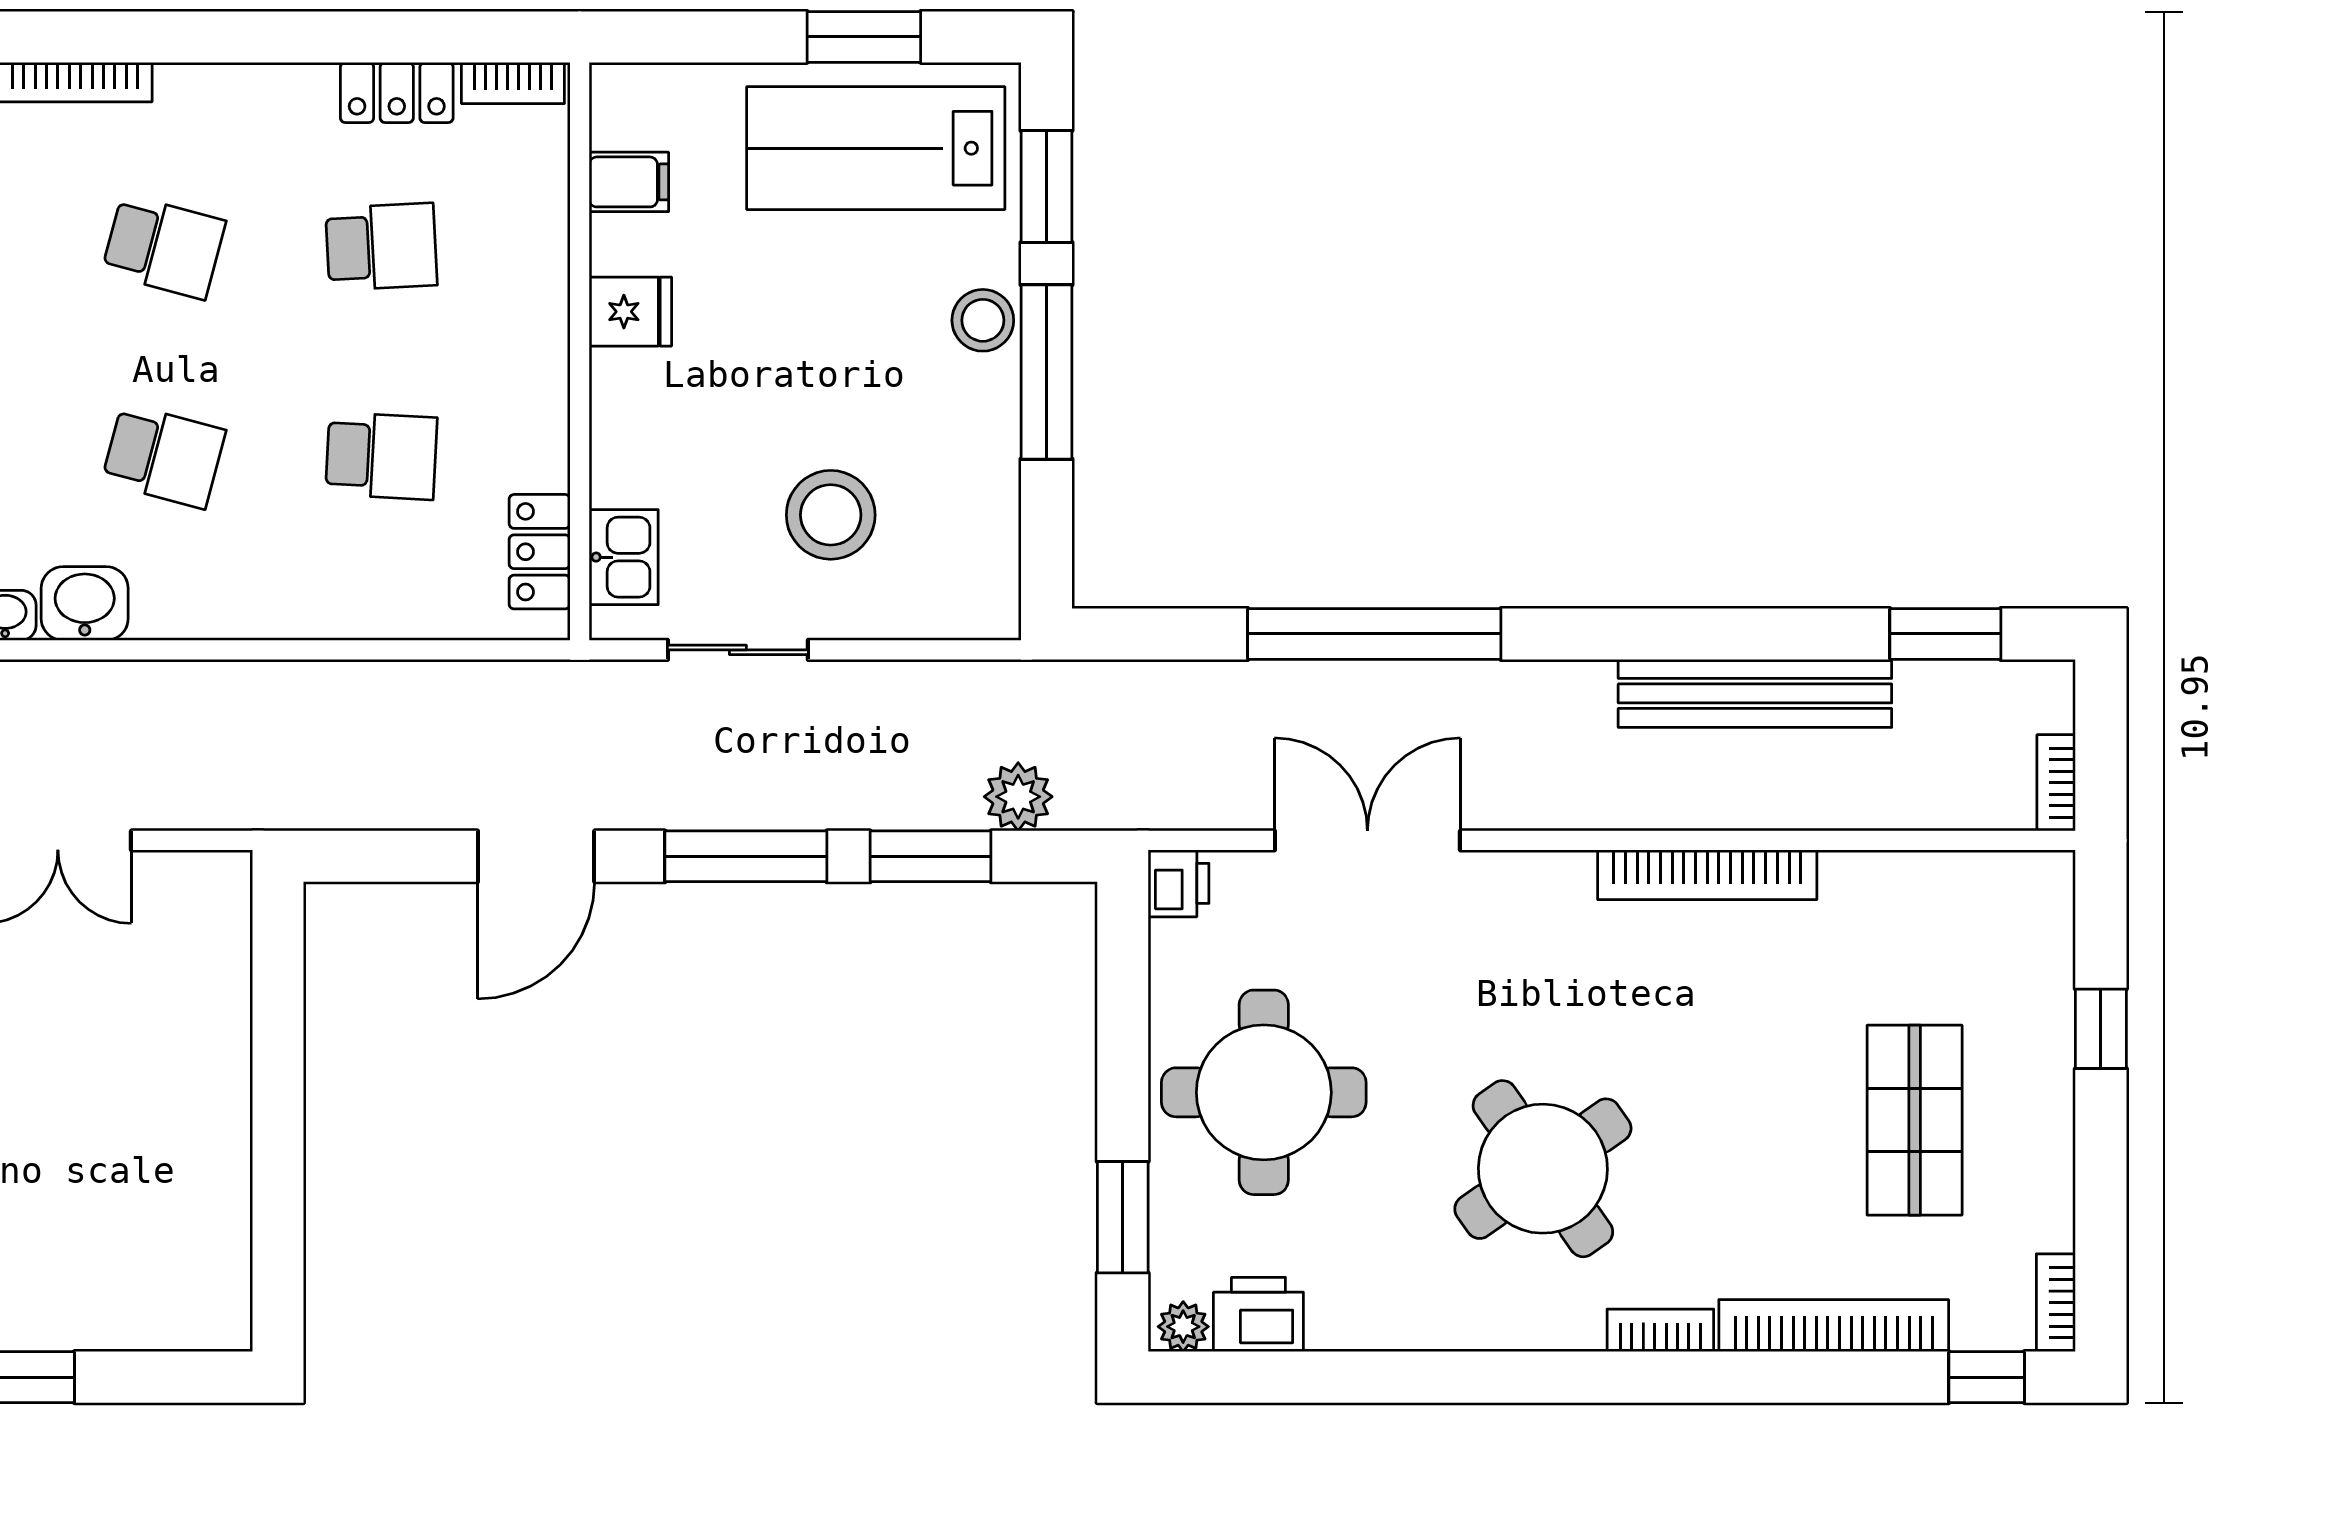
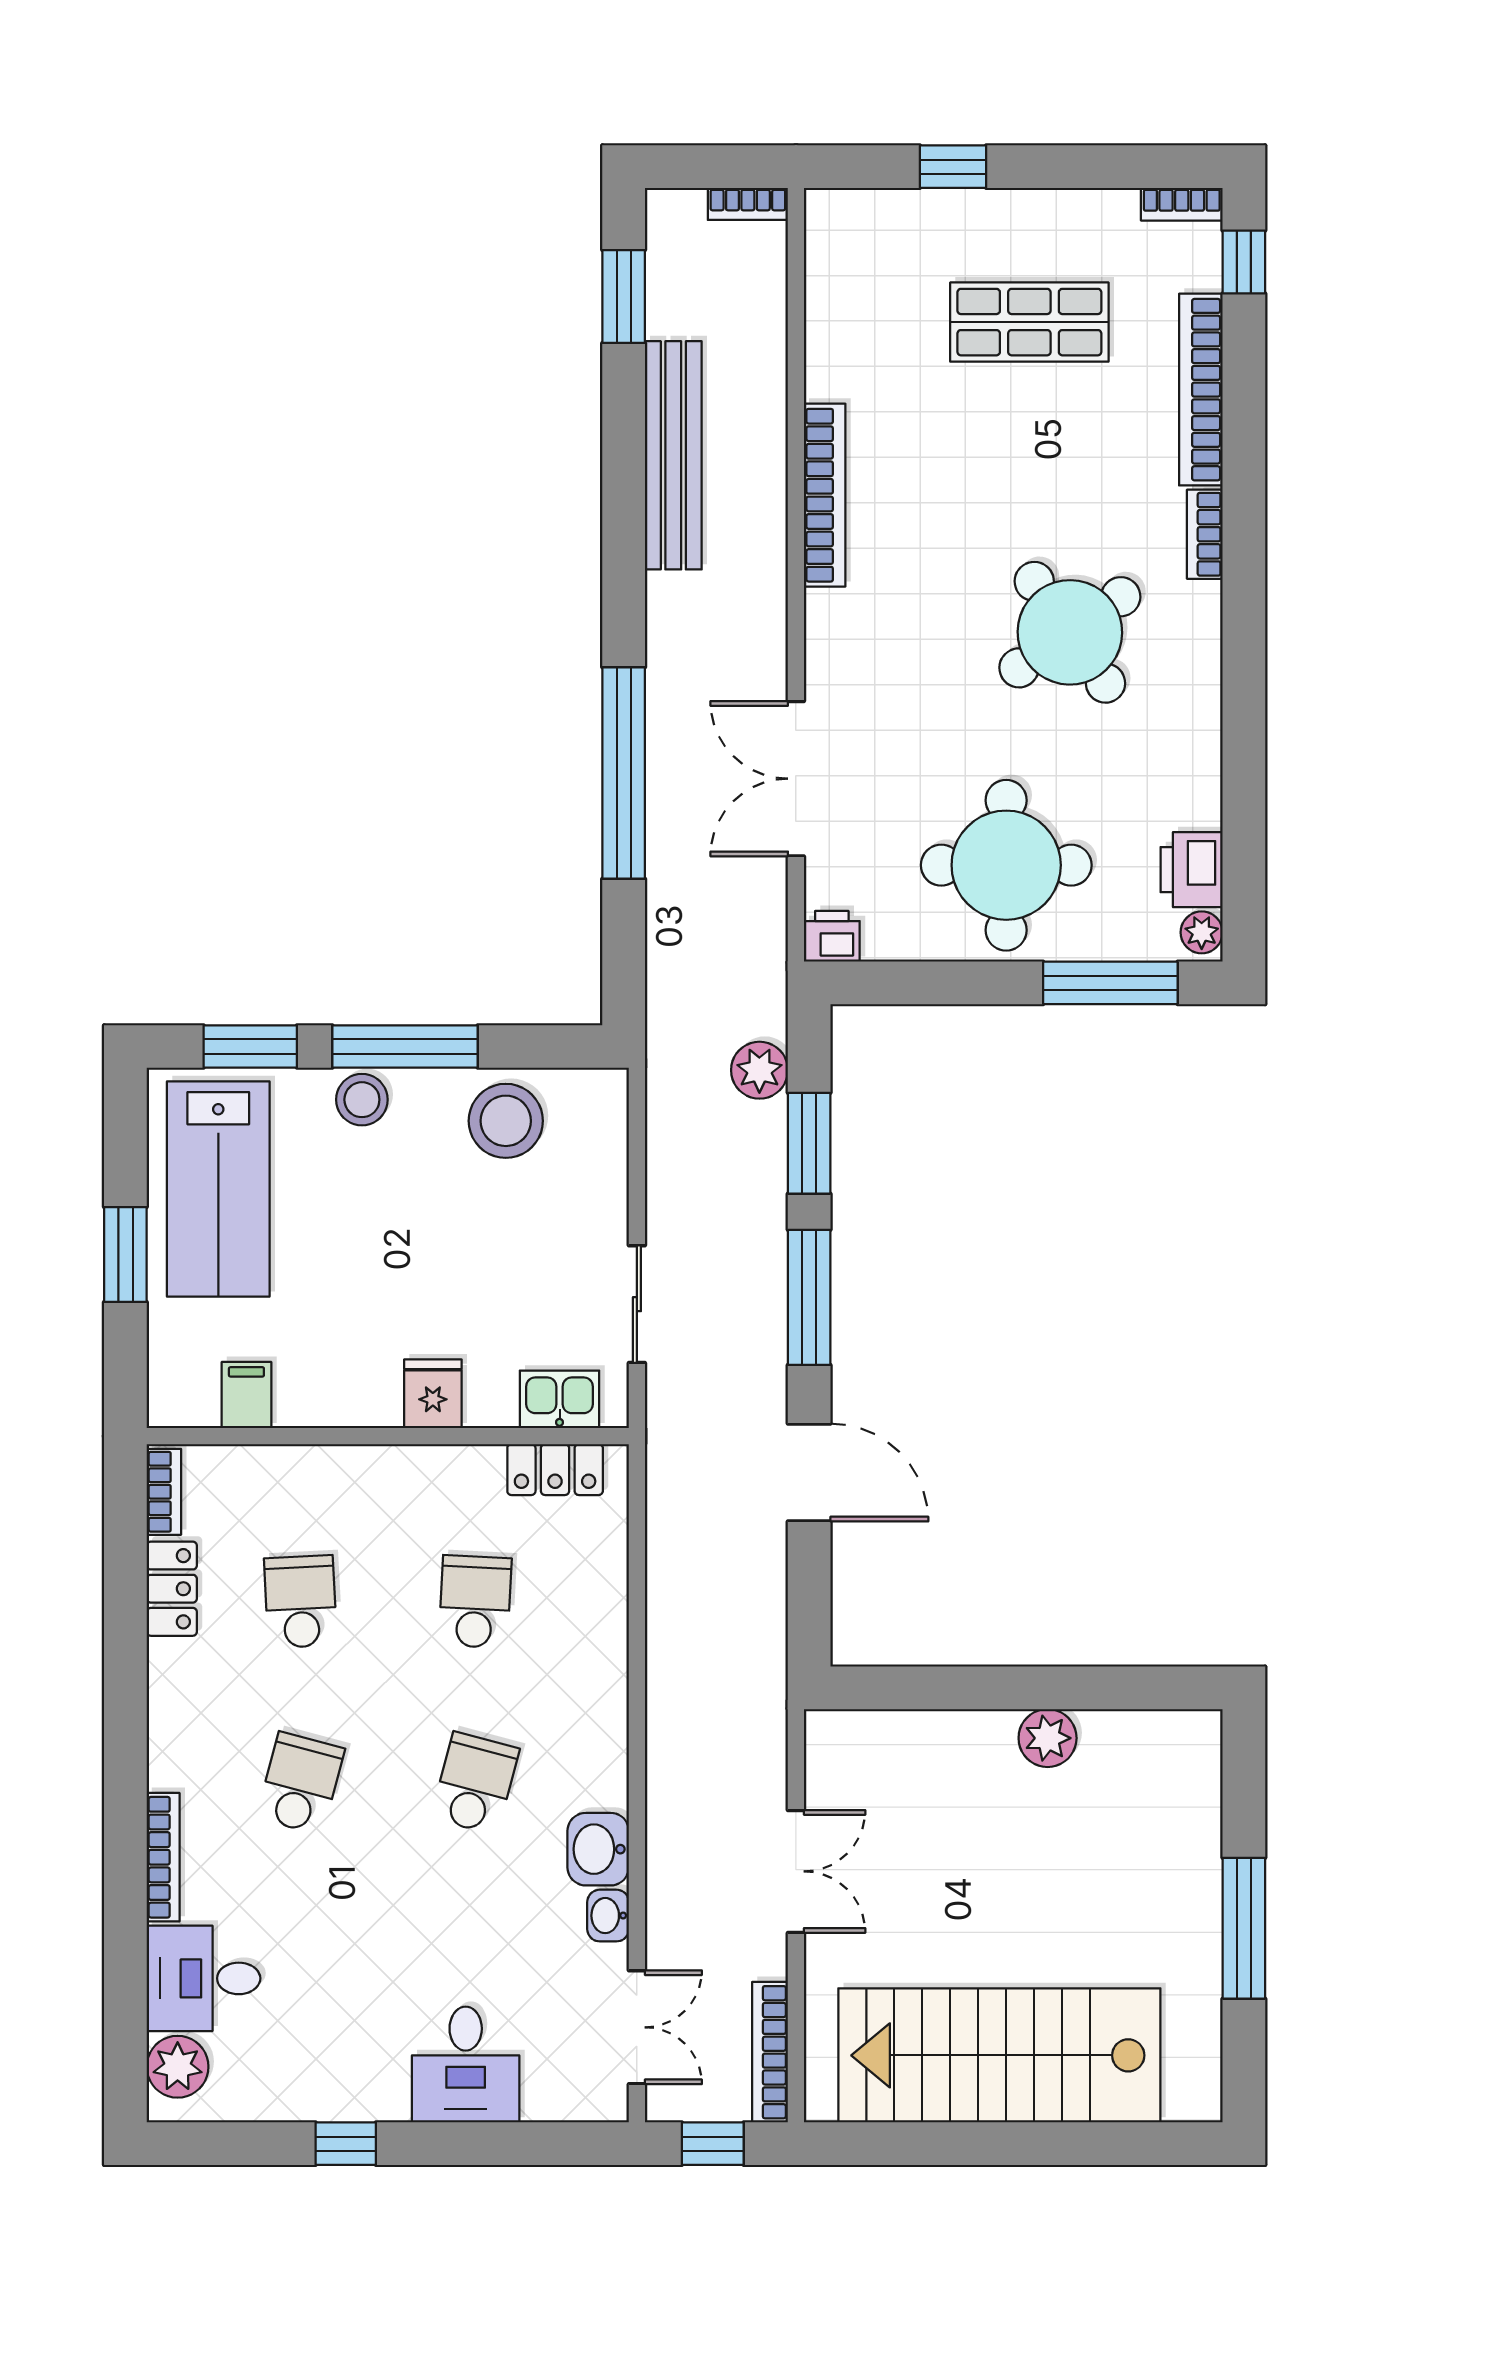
window: (864, 37) -> (125, 1255), moved
fridge: (630, 312) -> (433, 1394), moved
stool: (831, 515) -> (506, 1121), moved
plant: (218, 1142) -> (1048, 1738), added
window: (1123, 1217) -> (1110, 983), width x1.44

